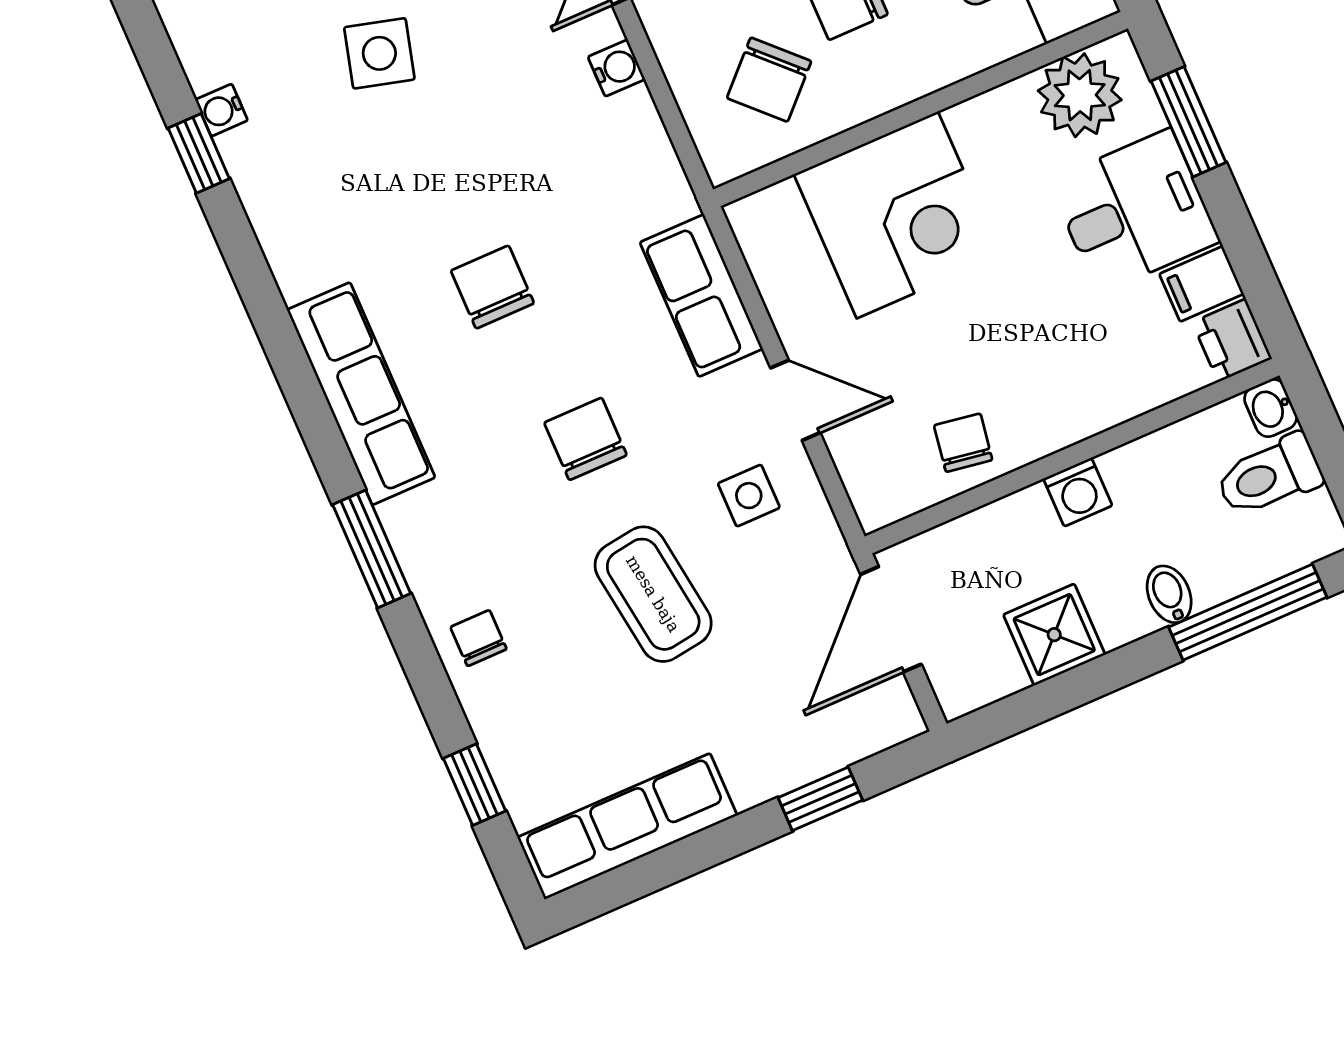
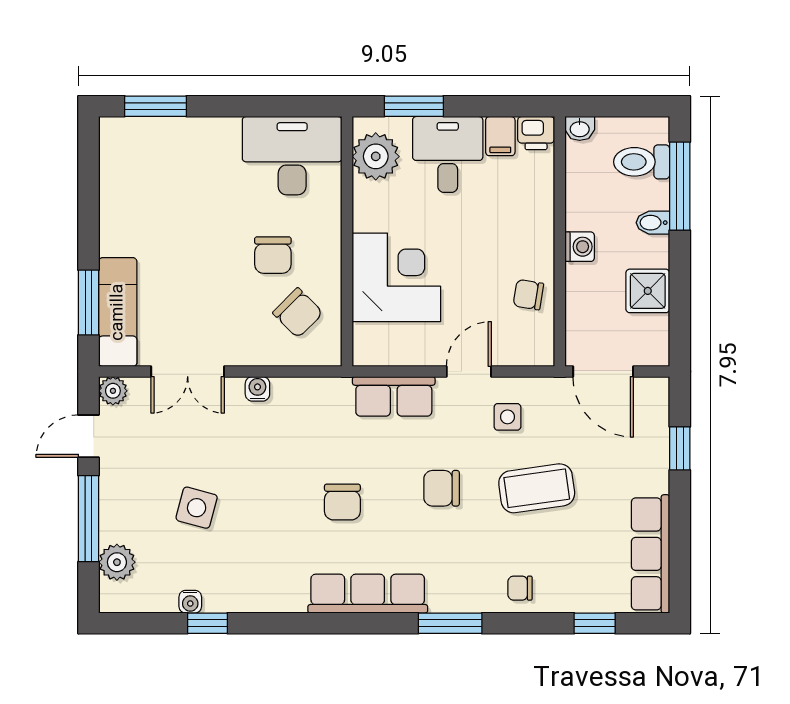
chair: (492, 287) -> (342, 502), turned -90
toilet: (1269, 476) -> (642, 162), moved, turned 90

